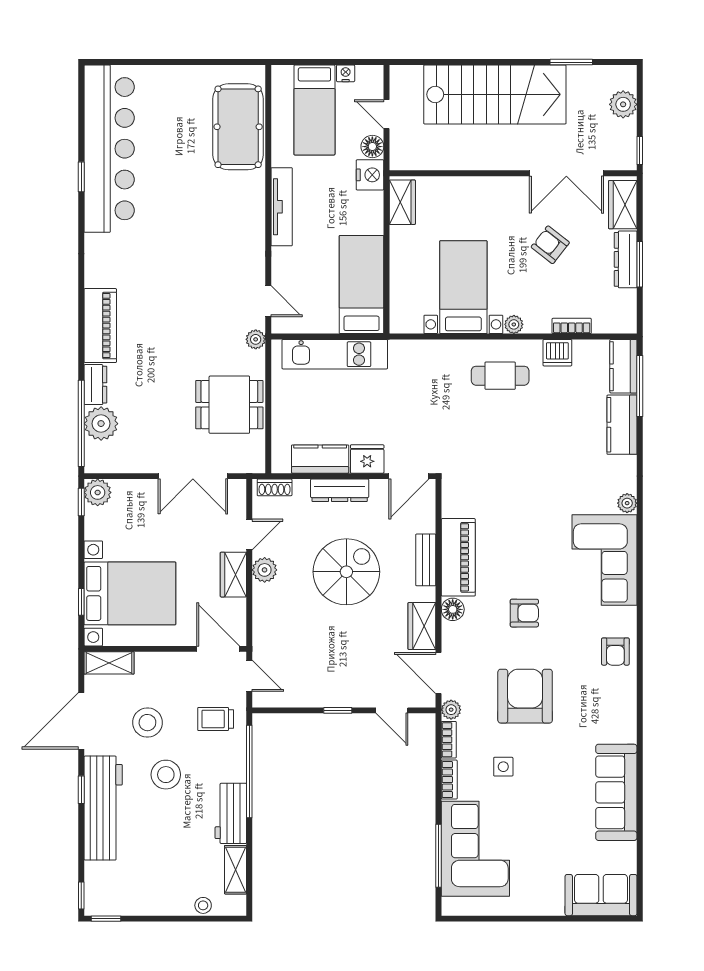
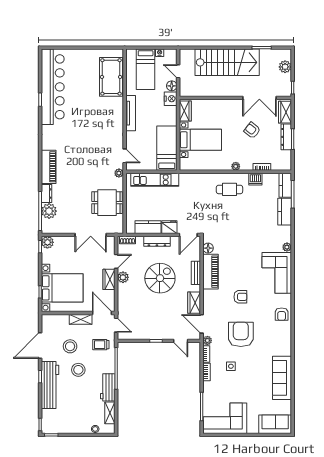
bed with nightstands: (463, 287) -> (200, 140), moved, turned 90
floor lamp: (453, 609) -> (208, 248), moved
shelving: (109, 663) -> (81, 319), moved
corner sofa: (475, 849) -> (225, 418), moved, turned -90

